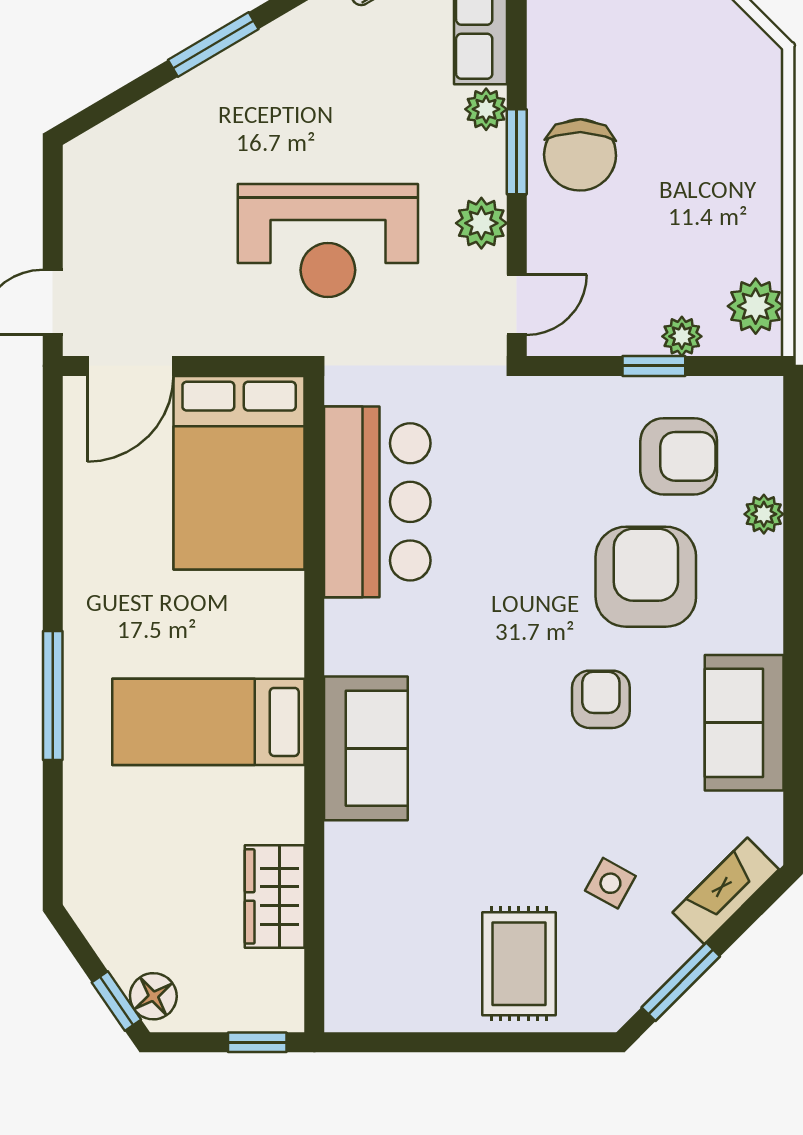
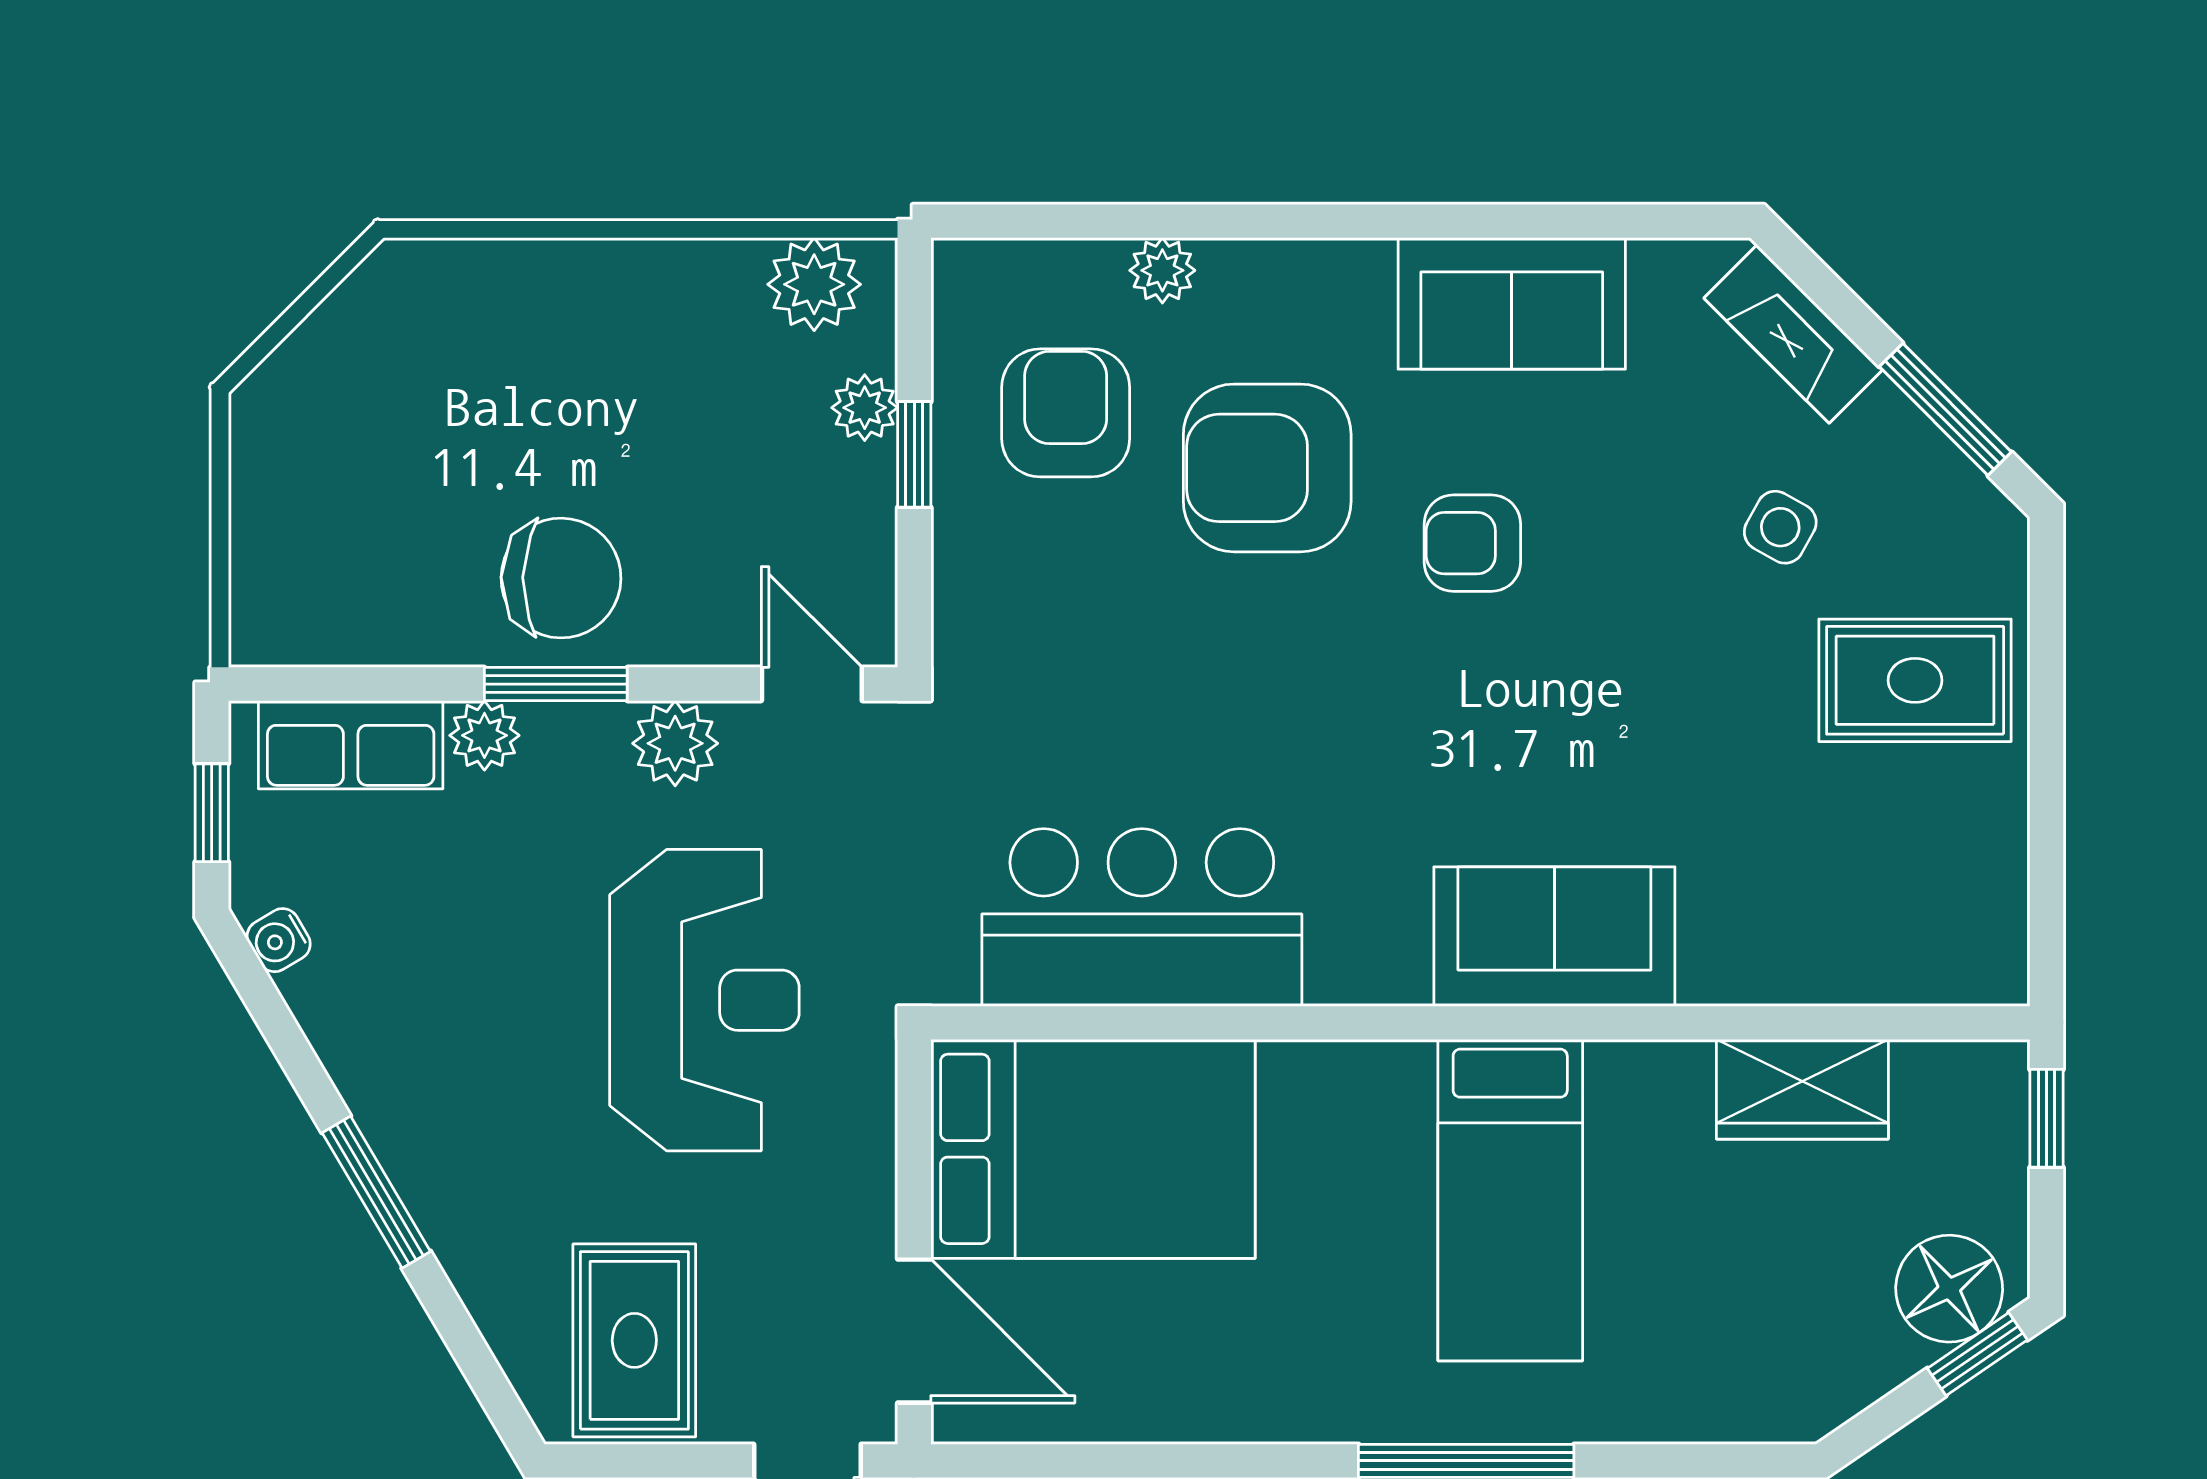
rug: (125, 199) -> (634, 1340), added
floor lamp: (153, 996) -> (1949, 1289), width x1.38, depth x1.38

